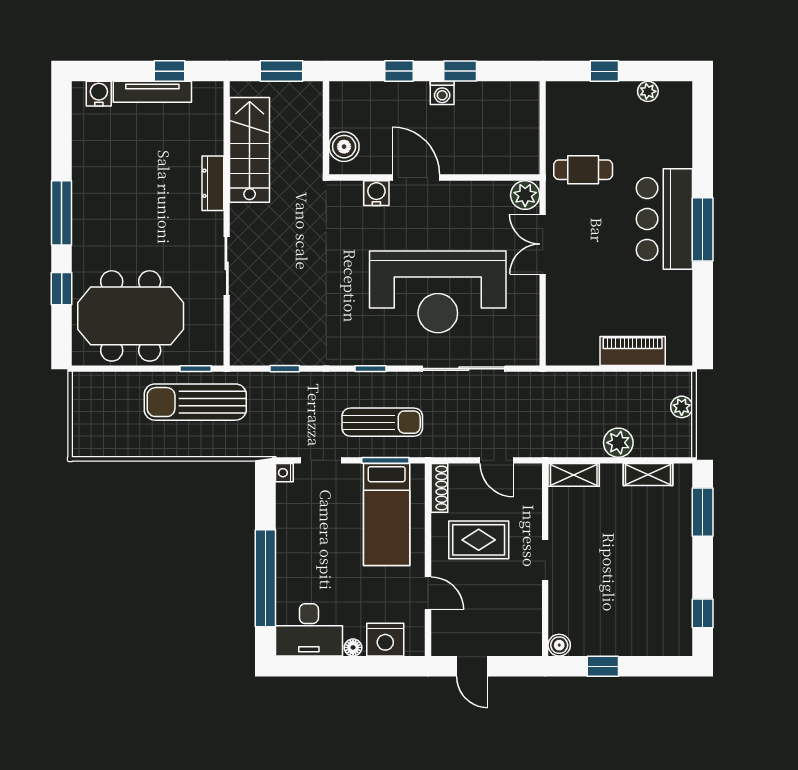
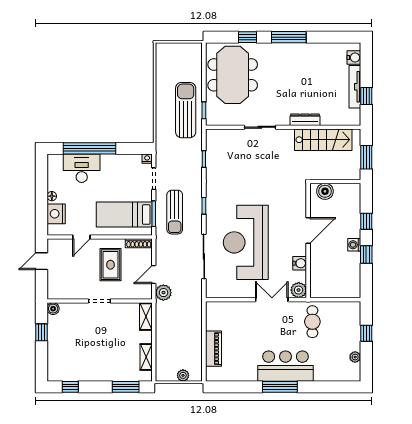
water cooler: (376, 193) -> (300, 263), moved
plant: (618, 443) -> (163, 293), moved
desk: (309, 630) -> (82, 168), moved, turned 90

